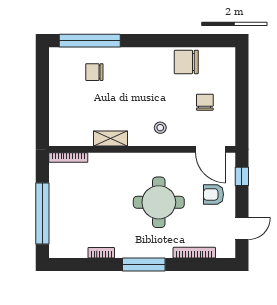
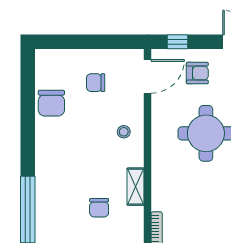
chair: (94, 72) -> (99, 208), moved
armchair: (214, 194) -> (197, 73), turned -90

